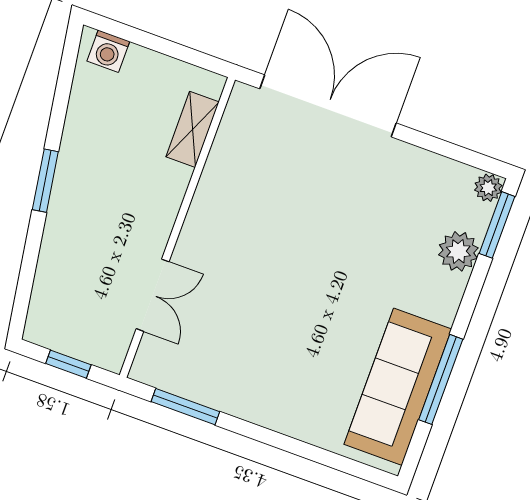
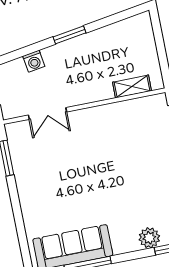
washing machine: (108, 51) -> (34, 61), moved, turned -99

